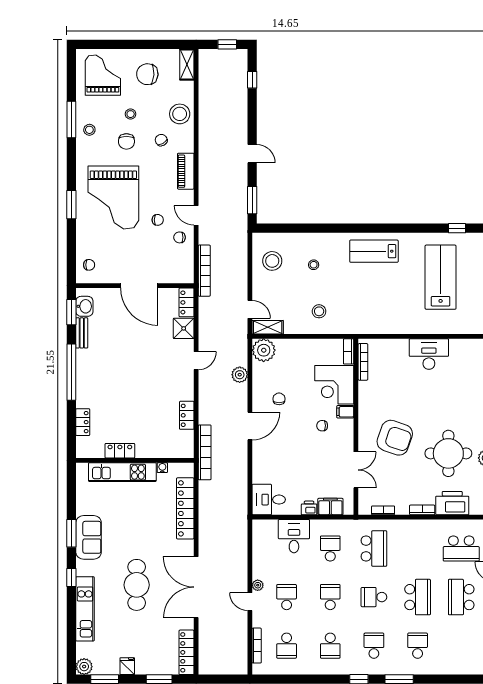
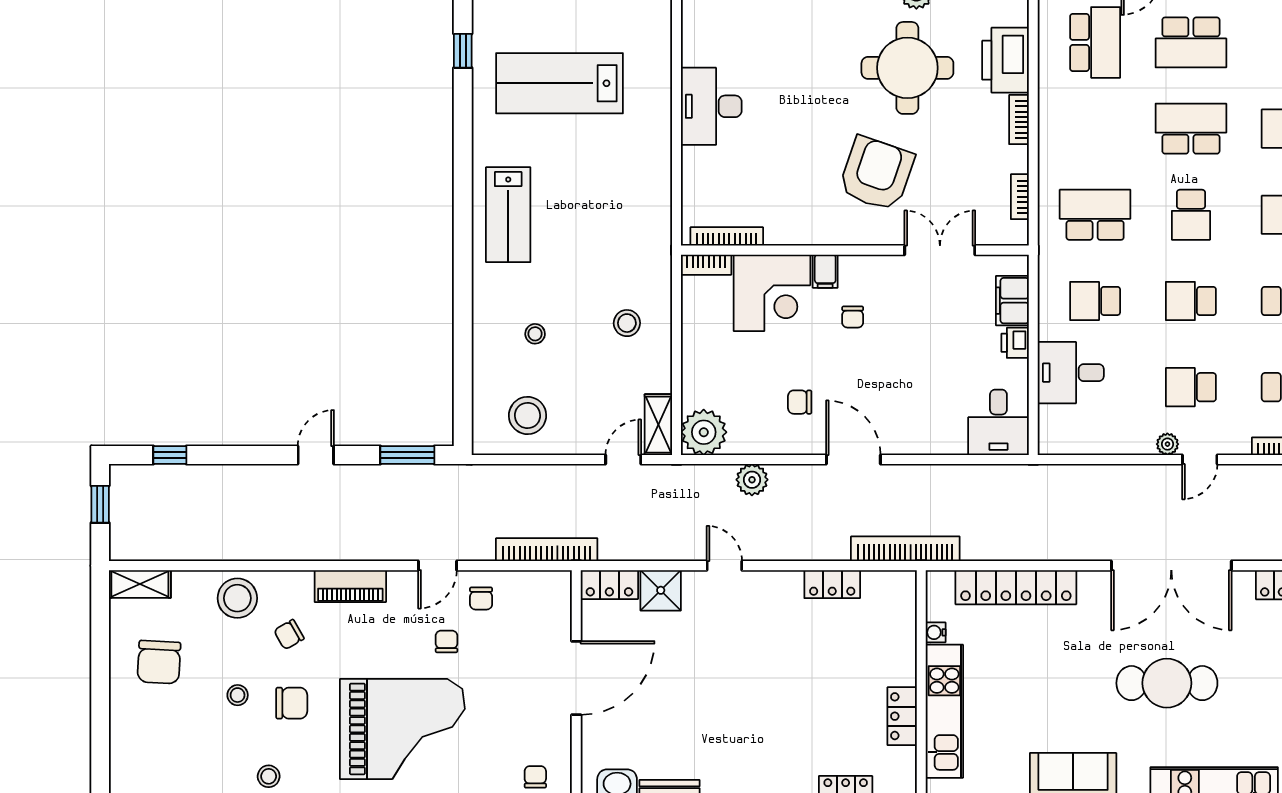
grand piano: (103, 75) -> (161, 750), removed

